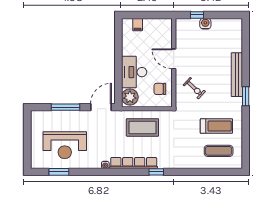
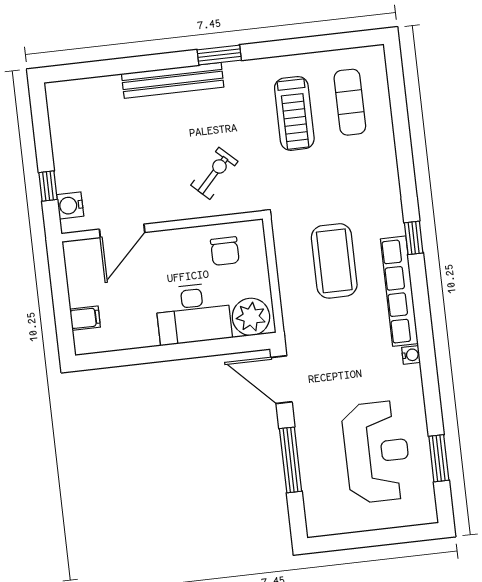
water cooler: (205, 24) -> (70, 205), moved
door: (174, 59) -> (122, 231), moved
treadmill: (216, 126) -> (294, 113), turned 180
coffee table: (142, 127) -> (334, 261), moved

